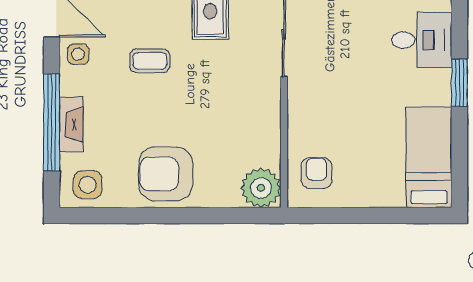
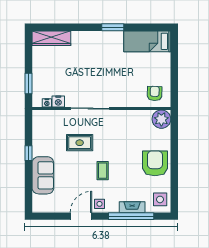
desk: (422, 40) -> (93, 45), removed
armchair: (317, 173) -> (155, 93), turned 92
armchair: (166, 174) -> (155, 163), turned 180

